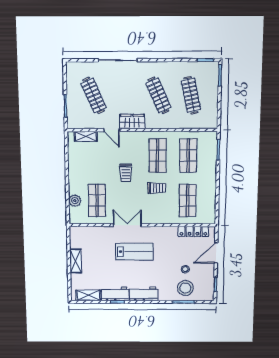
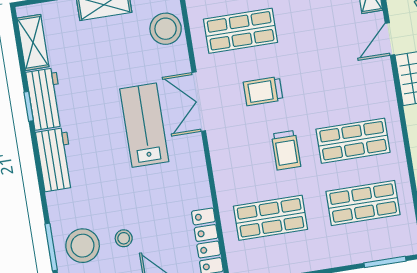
trolley: (126, 173) -> (263, 91), moved
double door: (127, 225) -> (199, 102), swing flipped
stool: (91, 235) -> (166, 29), added
lab bench: (134, 252) -> (144, 125), turned 180

